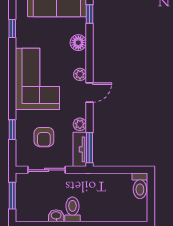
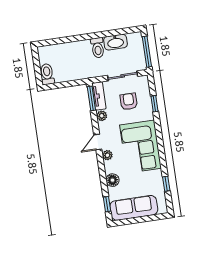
window: (12, 196) -> (147, 52), width x1.44
washbasin: (56, 216) -> (115, 42), width x1.91, depth x1.45

